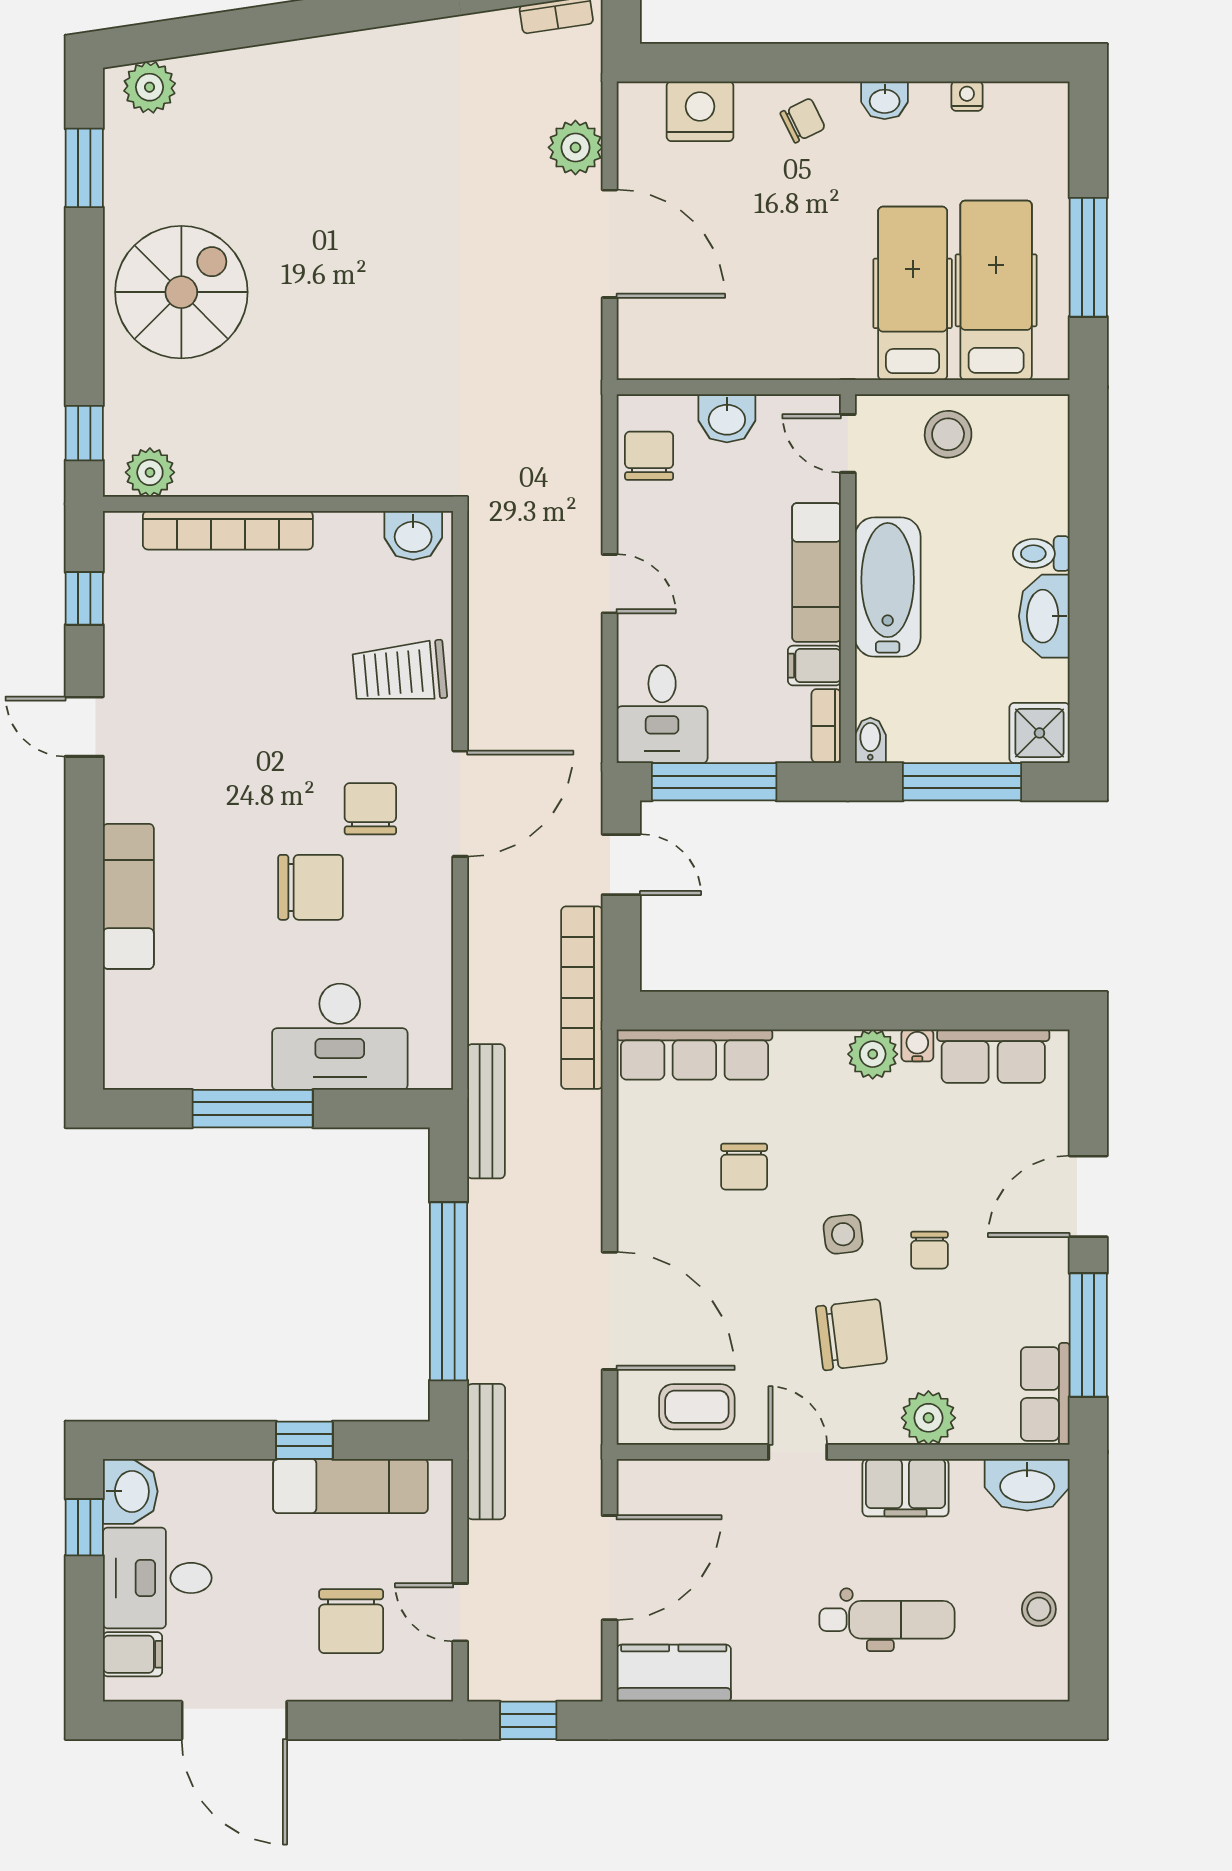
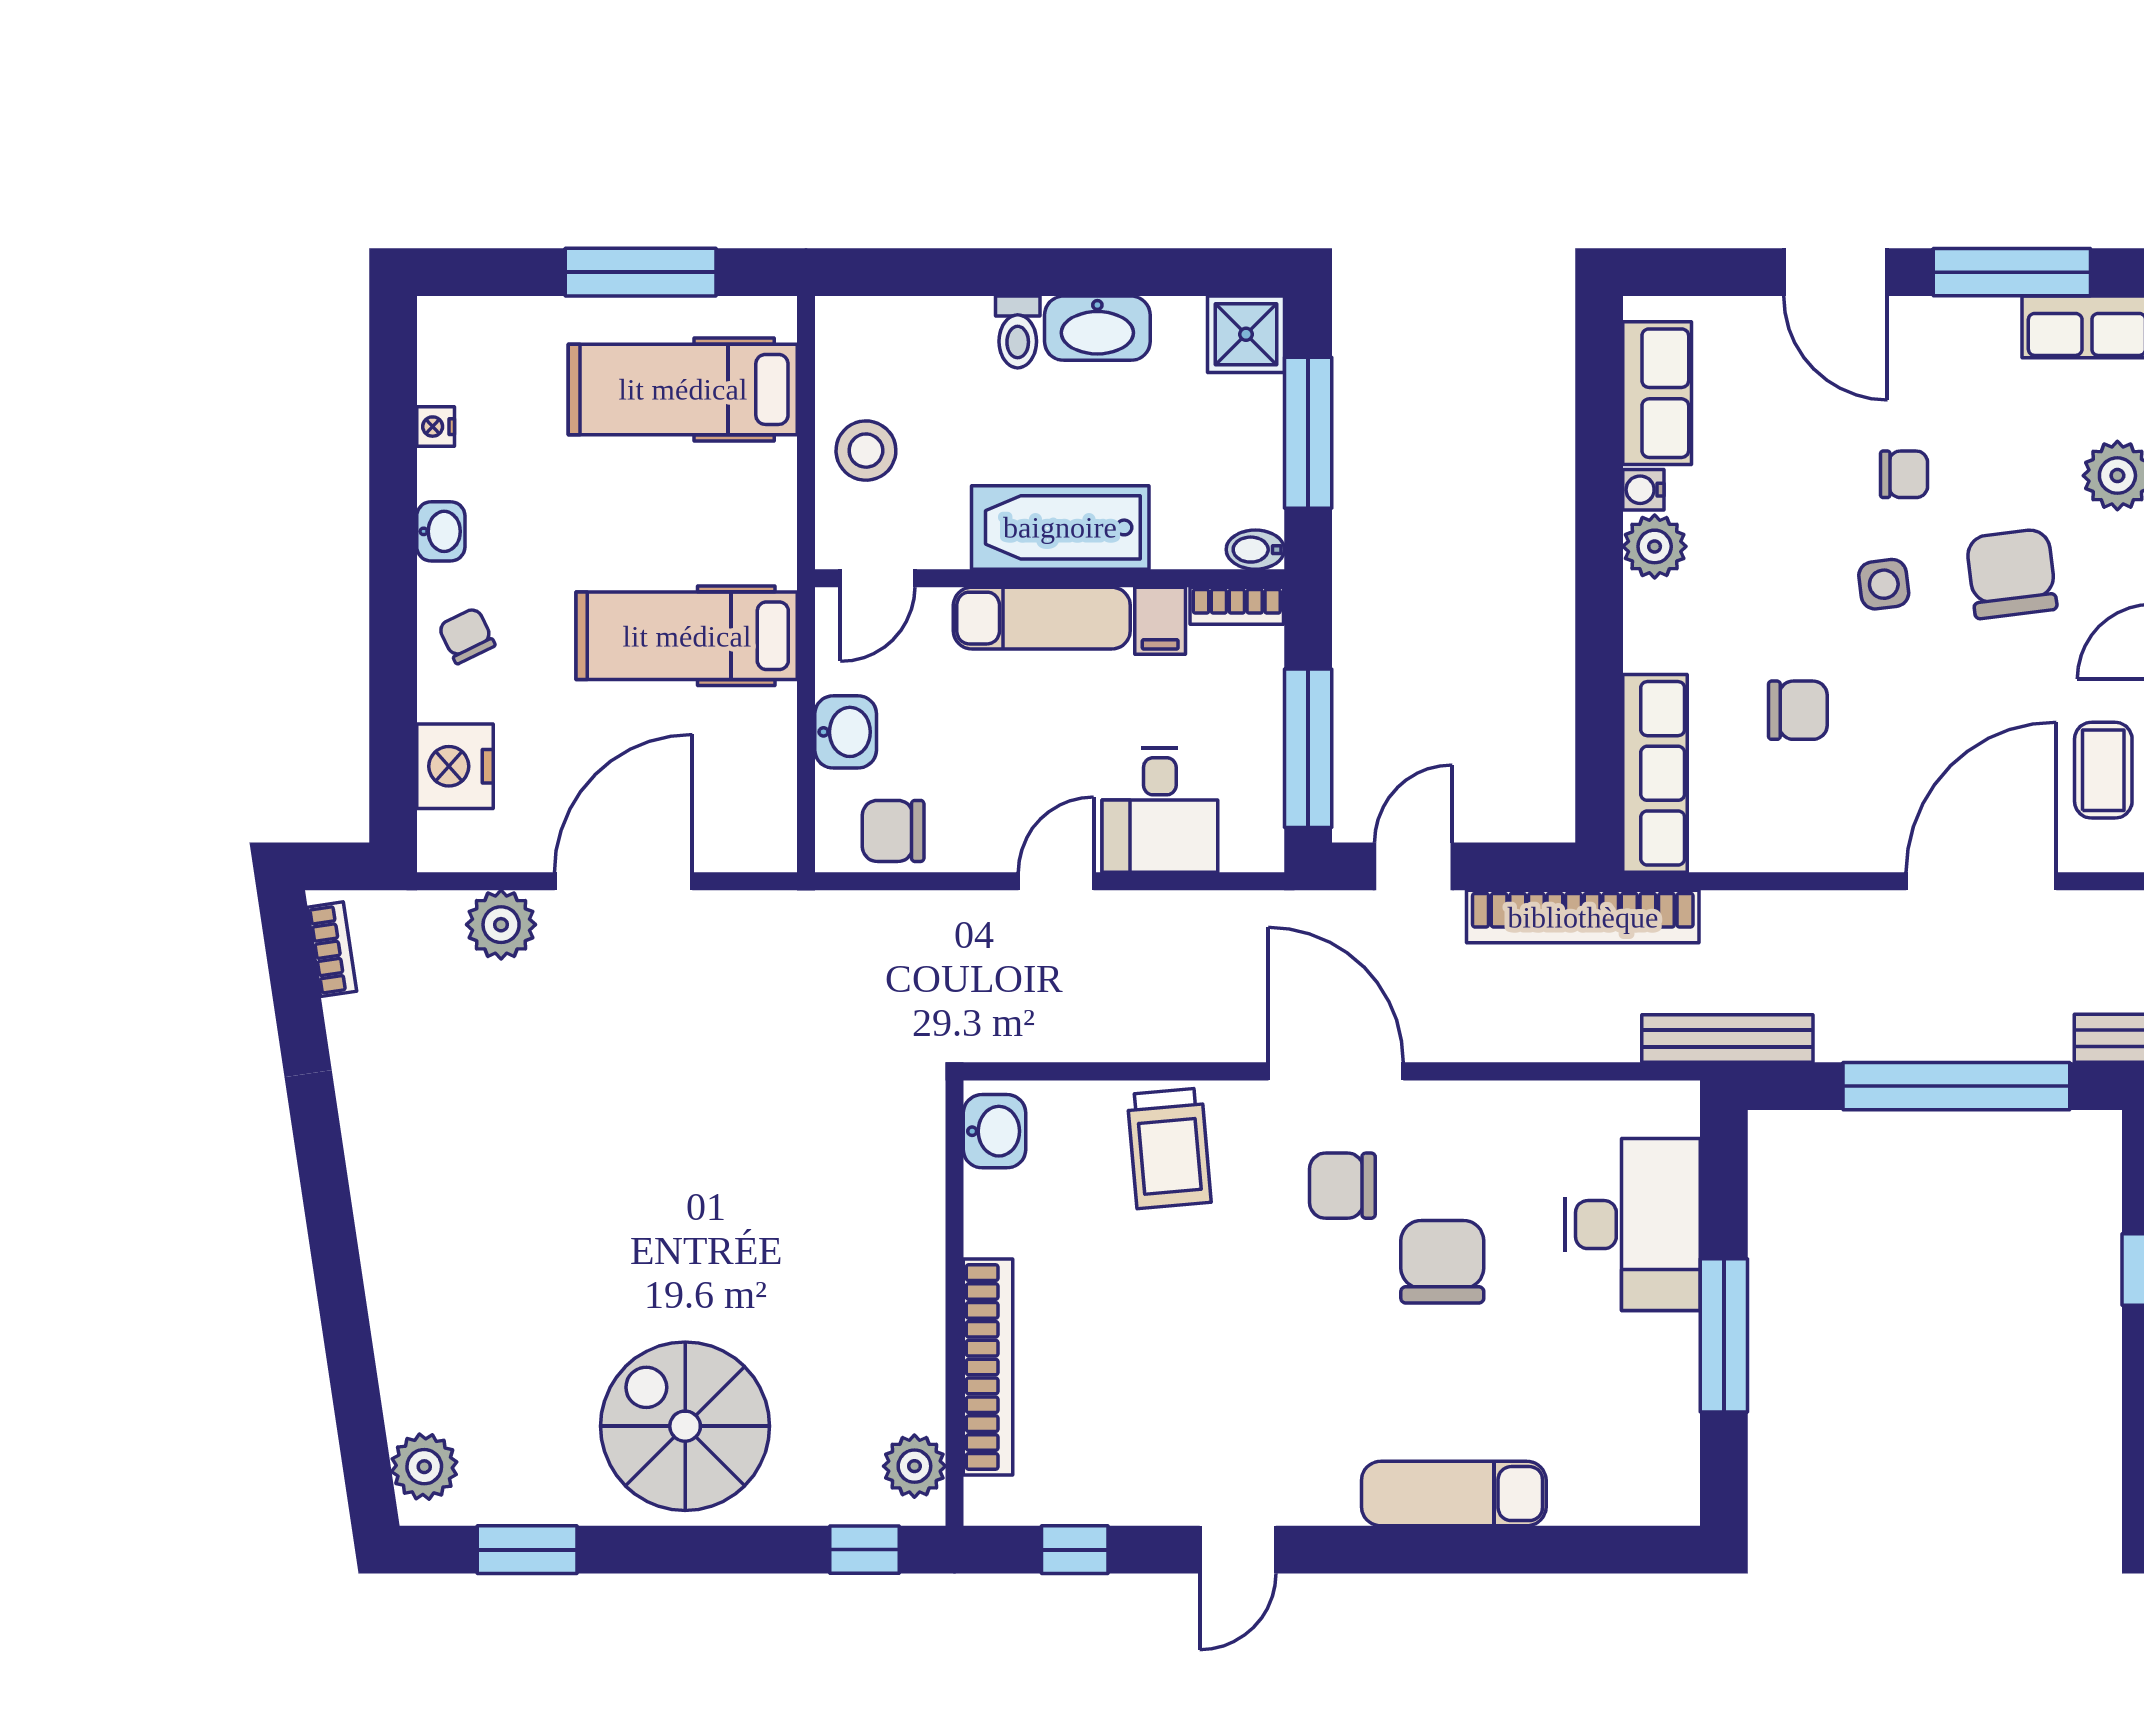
hospital bed: (913, 293) -> (687, 636), moved
desk: (662, 714) -> (1160, 810), moved, turned 90

